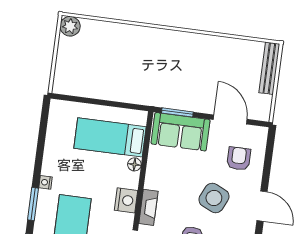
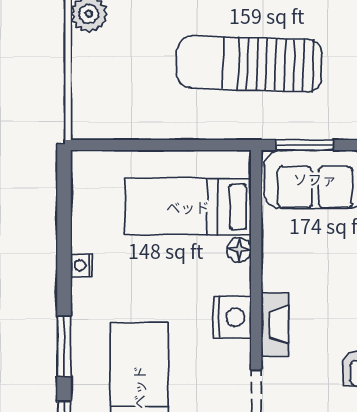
sun lounger: (153, 65) -> (249, 64), added
nightstand: (45, 182) -> (81, 265), moved

